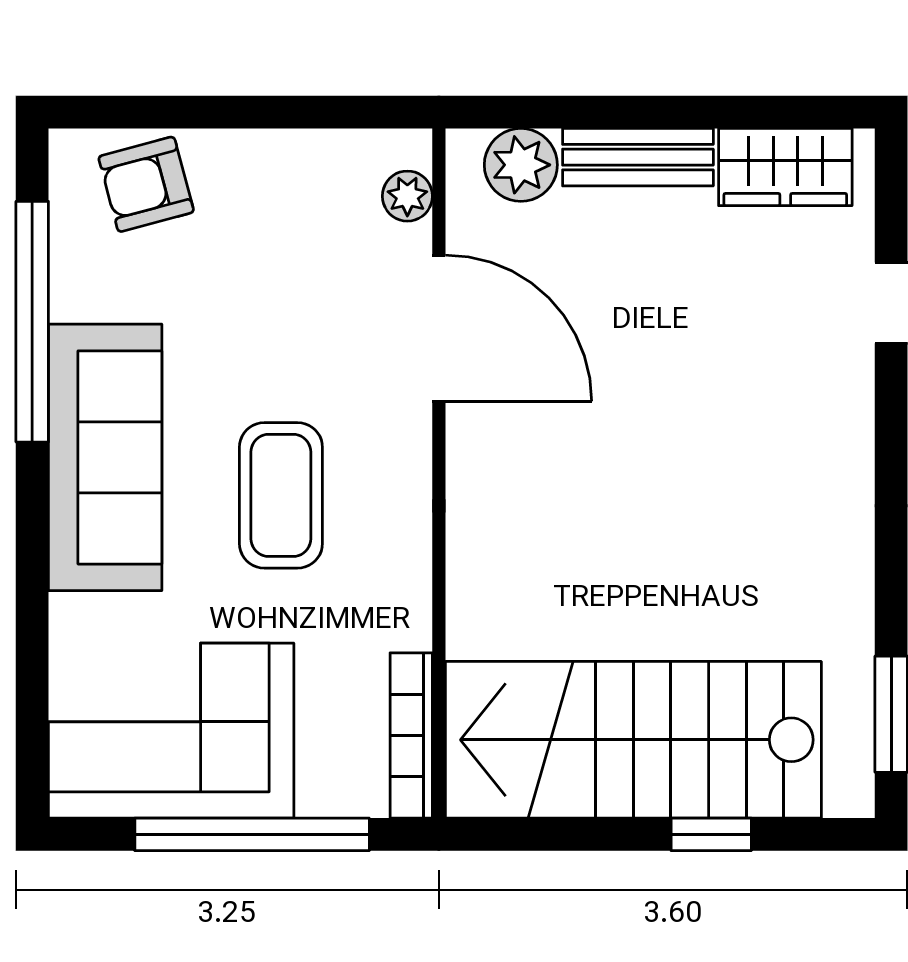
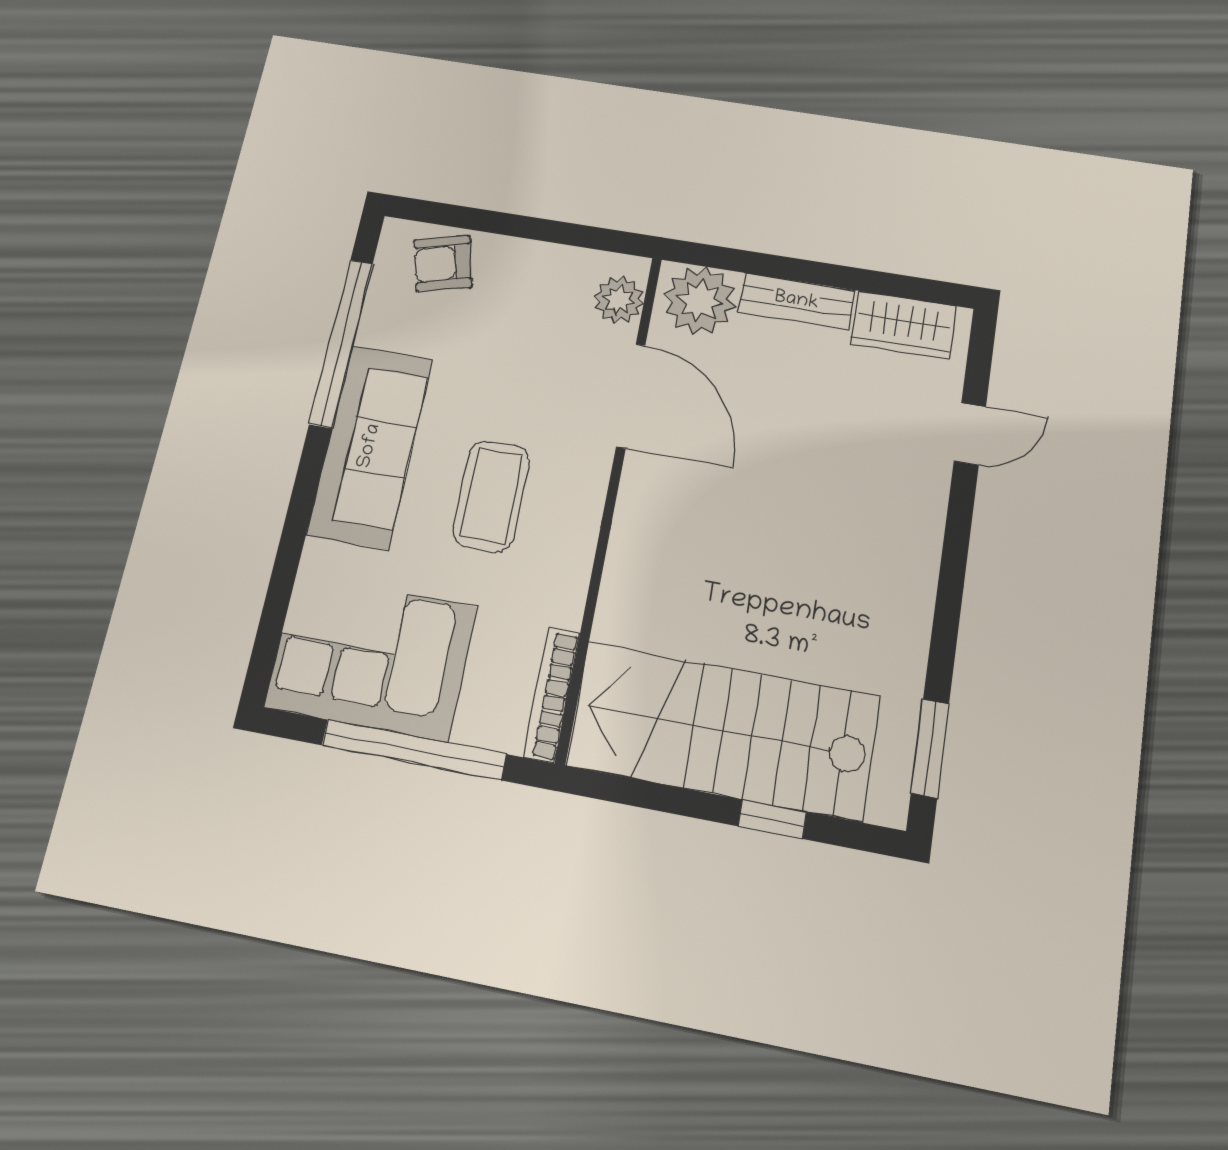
plant: (521, 165) -> (700, 300), width x1.36, depth x1.36
plant: (407, 196) -> (619, 300), width x1.38, depth x1.38

